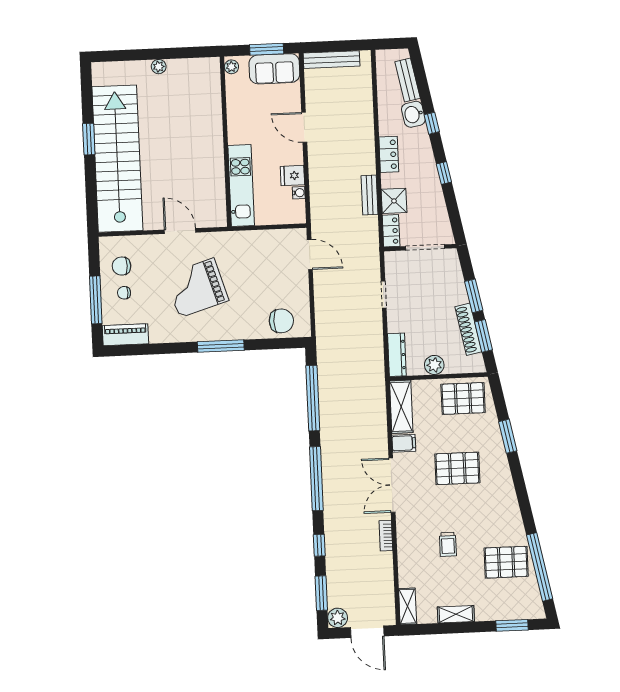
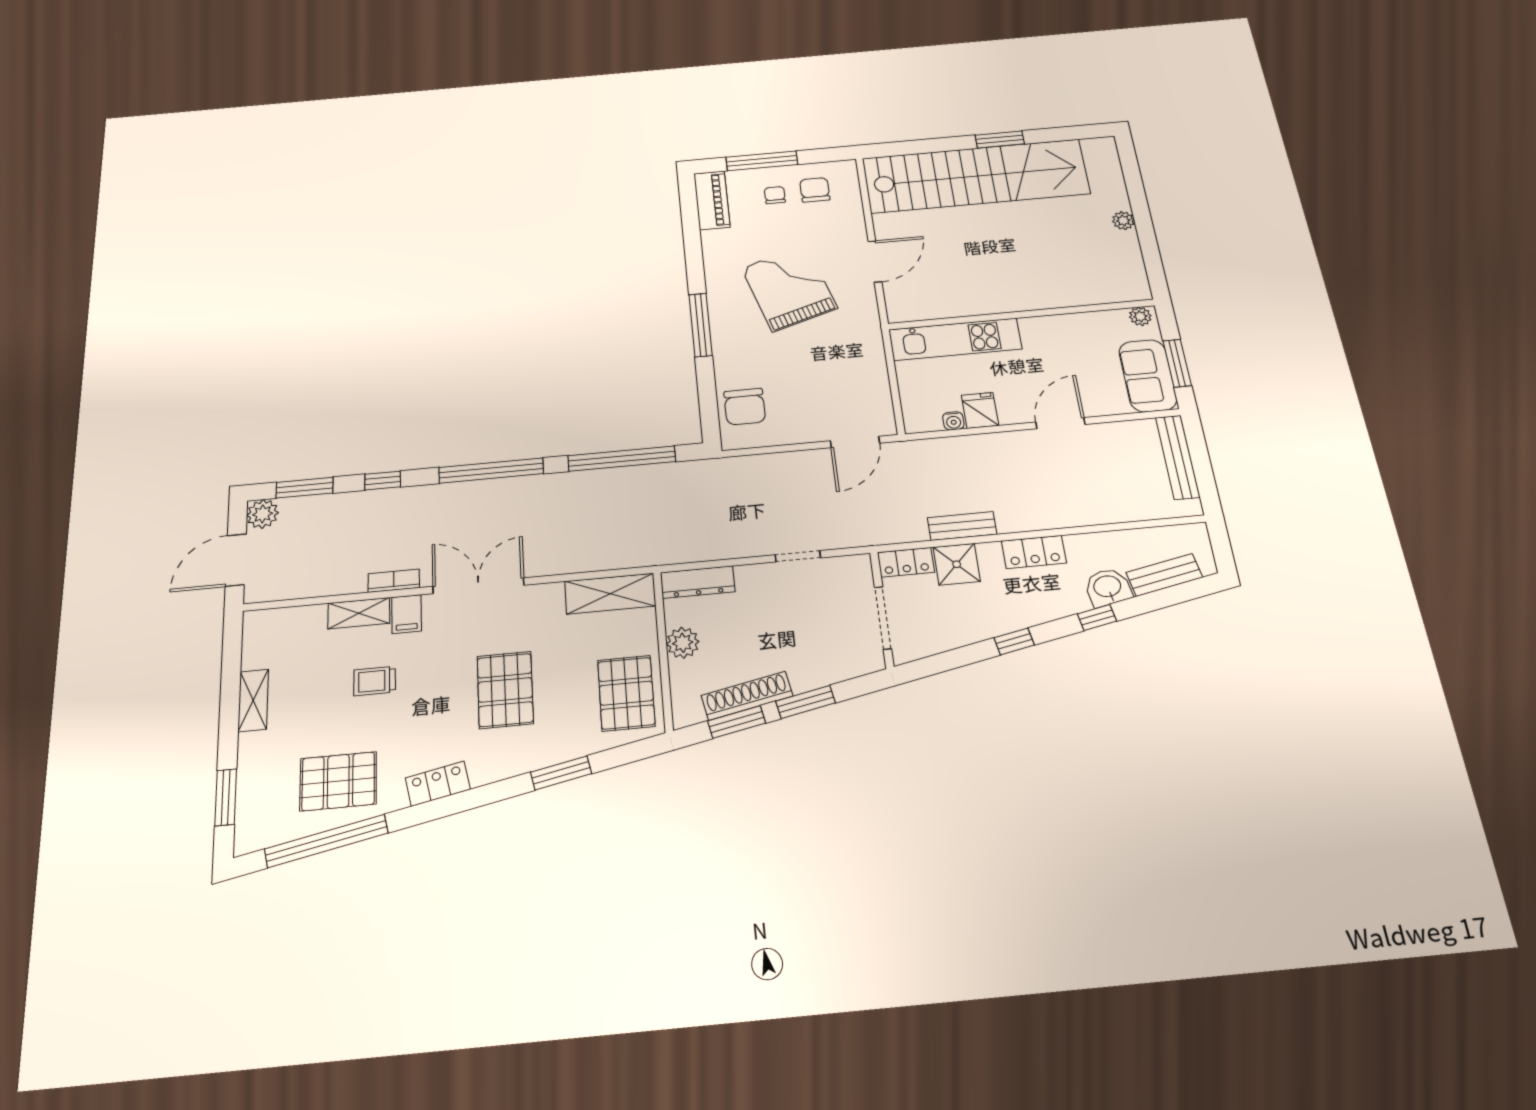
filing cabinet: (404, 443) -> (407, 614), moved
locker: (510, 506) -> (438, 784), added
pallet: (506, 562) -> (338, 781), turned 90
shelving: (408, 606) -> (359, 613), moved

